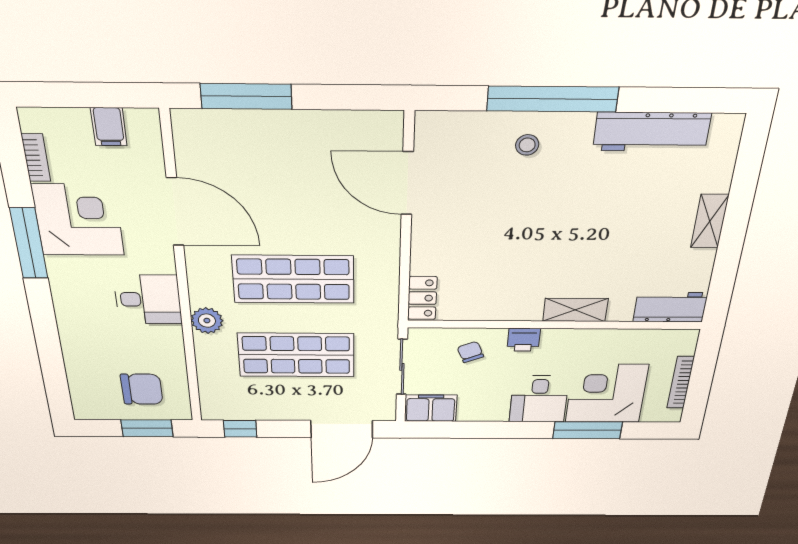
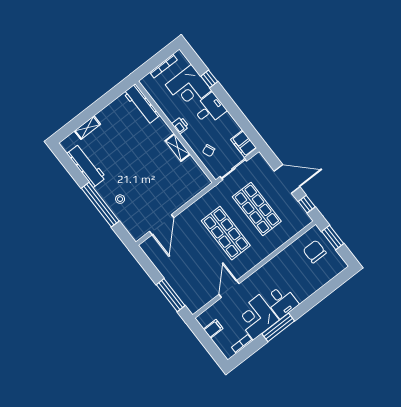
door: (175, 212) -> (229, 289), width x0.73
shelving: (710, 221) -> (87, 128), moved
locker: (422, 298) -> (200, 185), removed
desk: (148, 299) -> (282, 301), moved, turned 180
workbench: (670, 307) -> (142, 104), width x1.38
shelving: (575, 310) -> (178, 147), moved
plant: (207, 321) -> (266, 250), removed
printer: (524, 340) -> (180, 125), moved
door: (342, 429) -> (287, 179), moved
window: (587, 430) -> (209, 79), width x0.46

